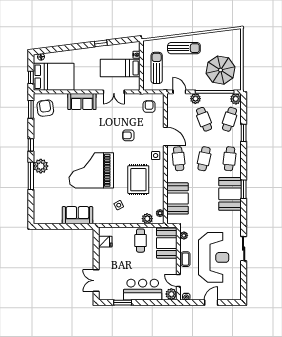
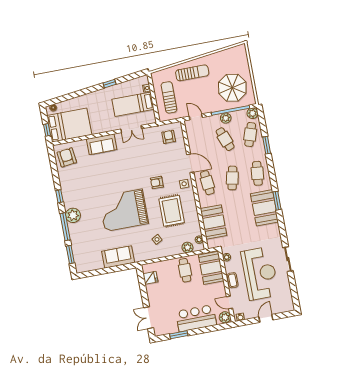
plant: (195, 99) -> (226, 118), moved
window: (31, 109) -> (70, 254), moved
armchair: (128, 135) -> (157, 182), moved

